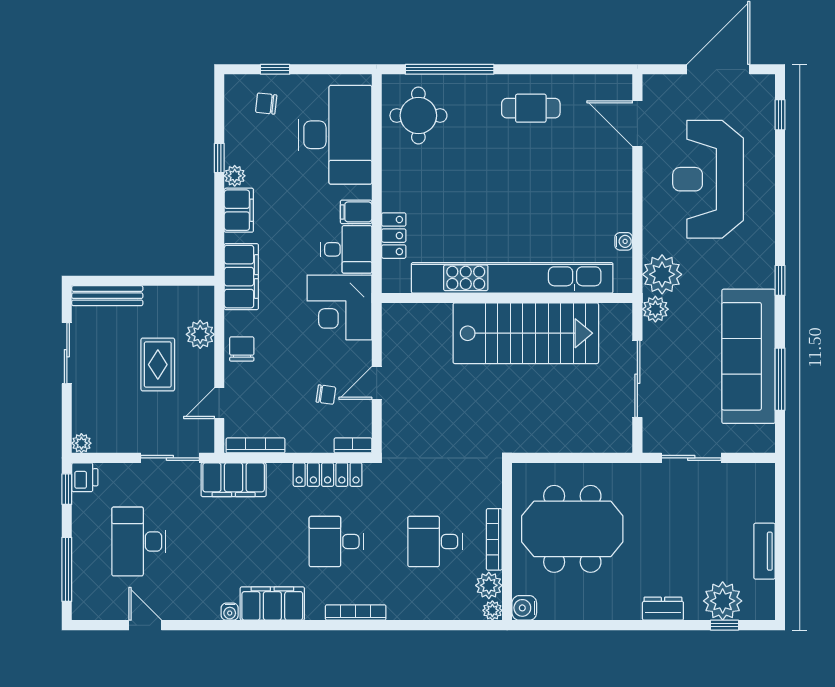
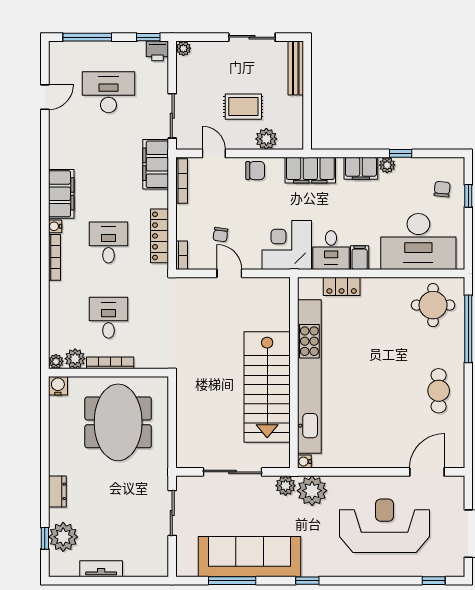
water cooler: (624, 241) -> (304, 462), moved, turned 90
water cooler: (230, 612) -> (55, 226), moved

